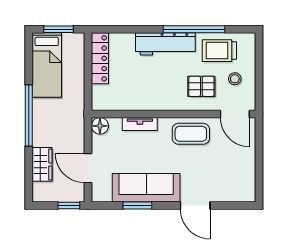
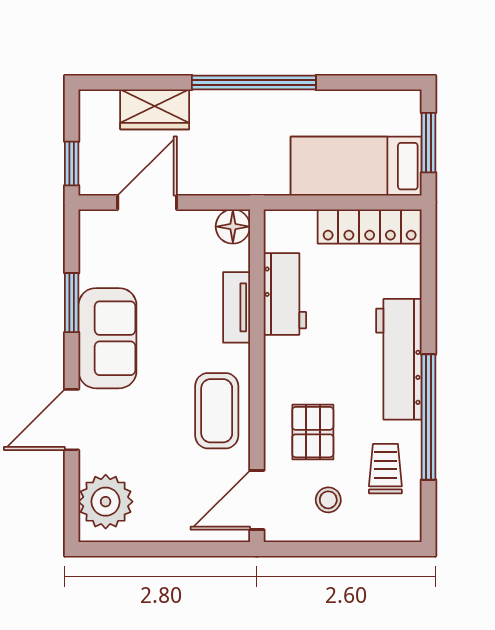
trolley: (219, 51) -> (385, 469), width x0.73, depth x0.72
bed: (47, 65) -> (356, 166), moved
workbench: (133, 100) -> (285, 294), added
sofa: (146, 188) -> (107, 338), width x0.73
plant: (236, 189) -> (106, 502), added

